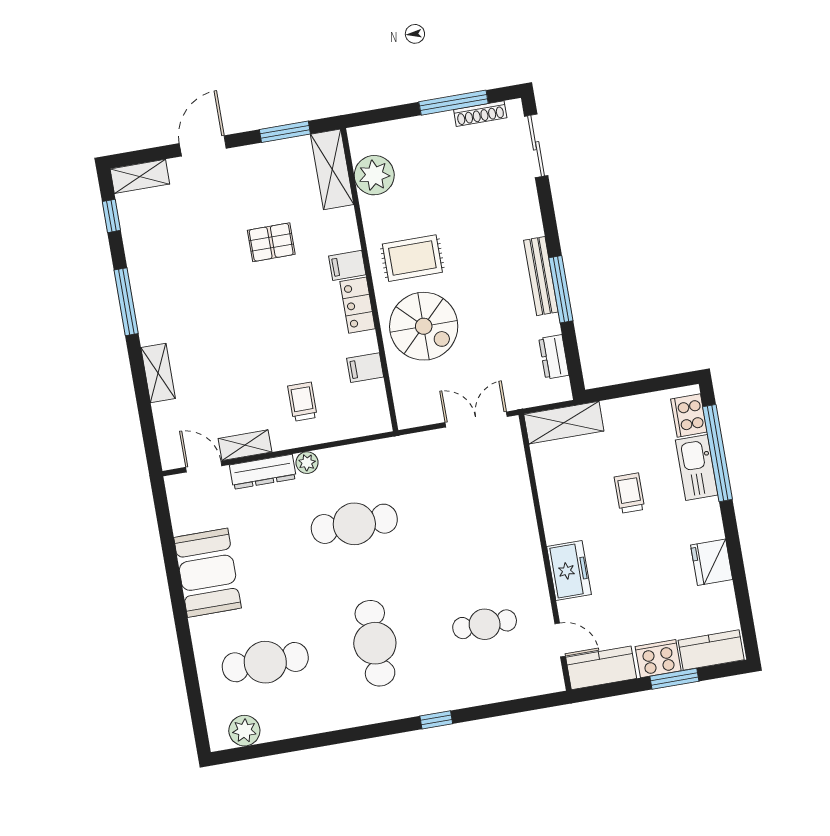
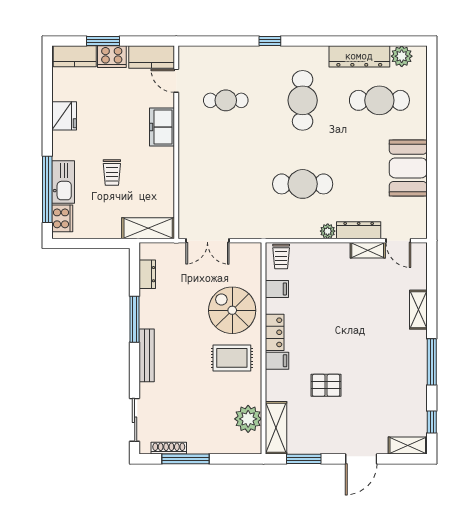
bench: (541, 276) -> (147, 355), moved
trolley: (302, 402) -> (281, 257), moved
dresser: (305, 720) -> (359, 56), added

